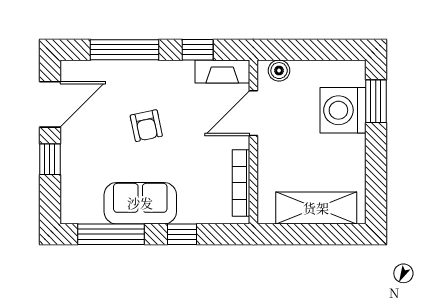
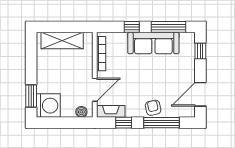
washing machine: (343, 110) -> (48, 106), moved
armchair: (146, 126) -> (153, 108), moved
window: (50, 159) -> (200, 51), moved
sofa: (140, 203) -> (153, 43), width x1.36

